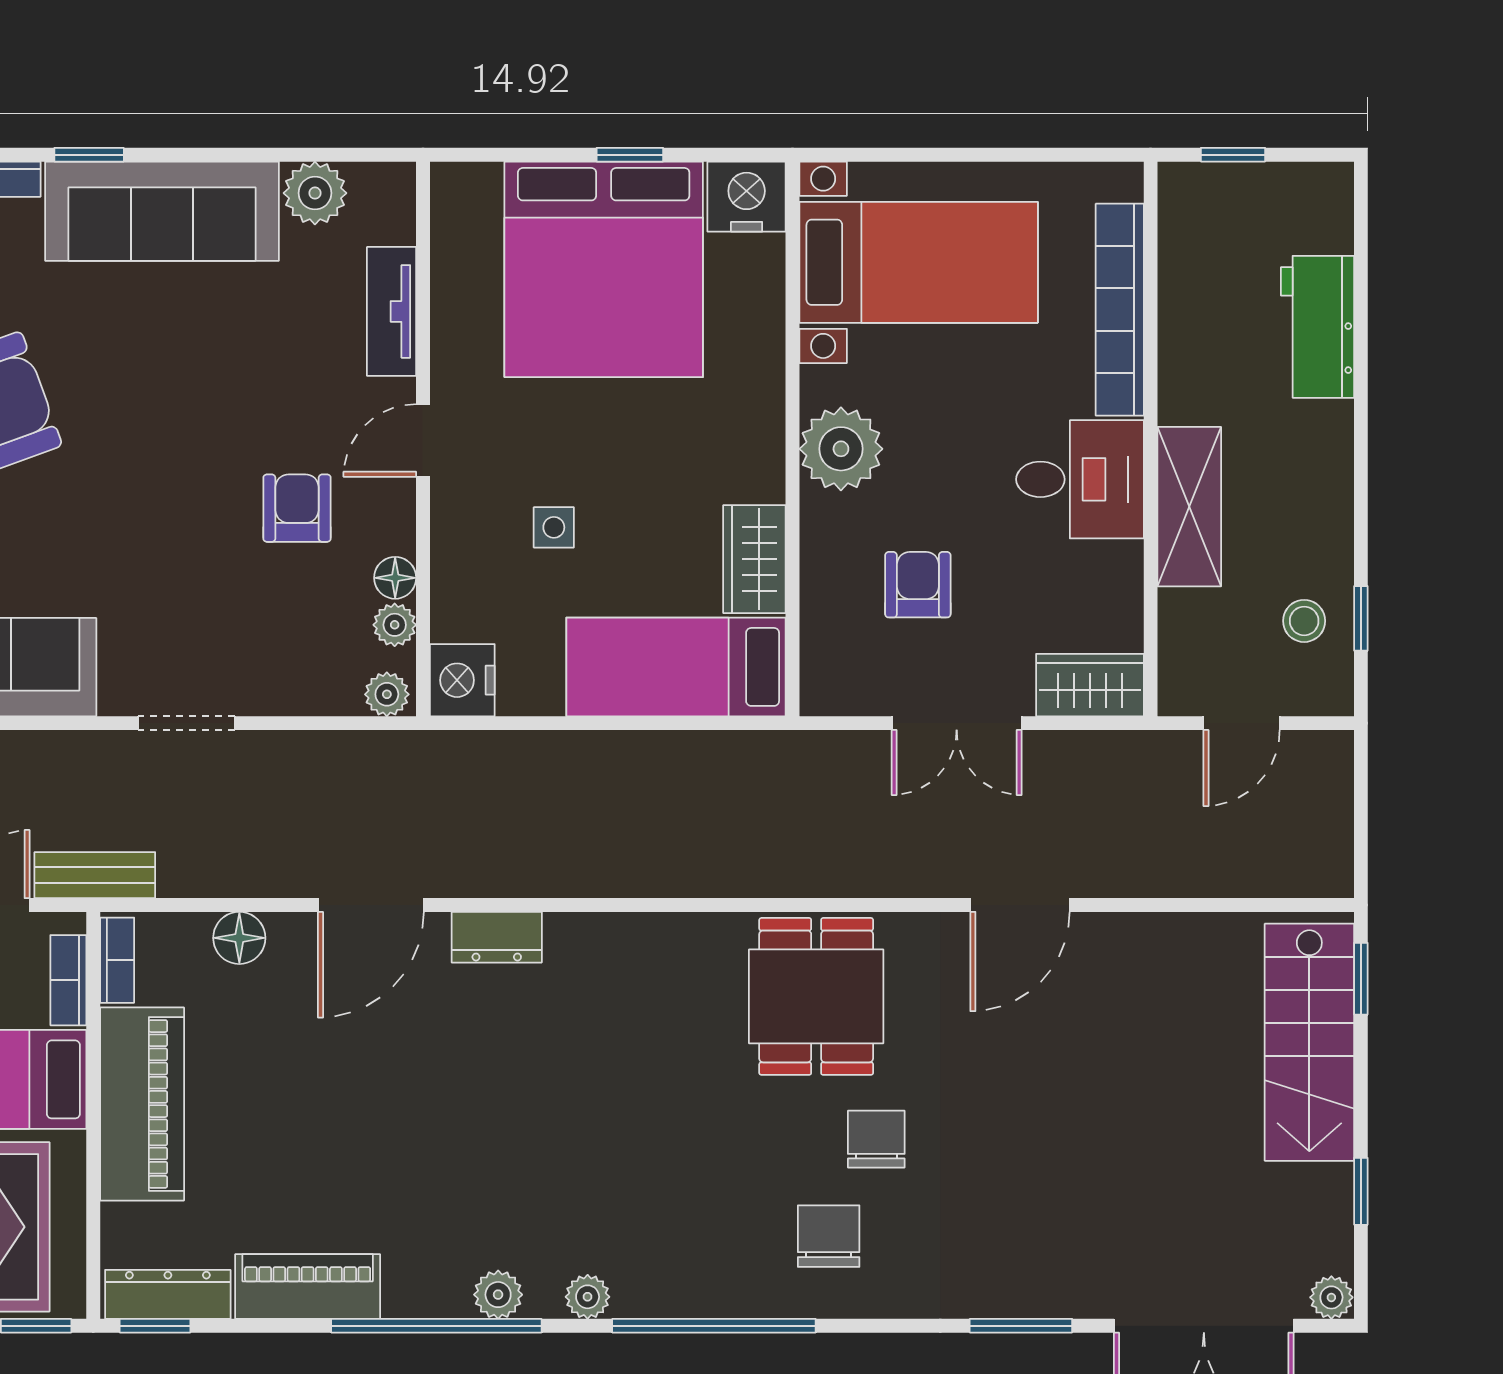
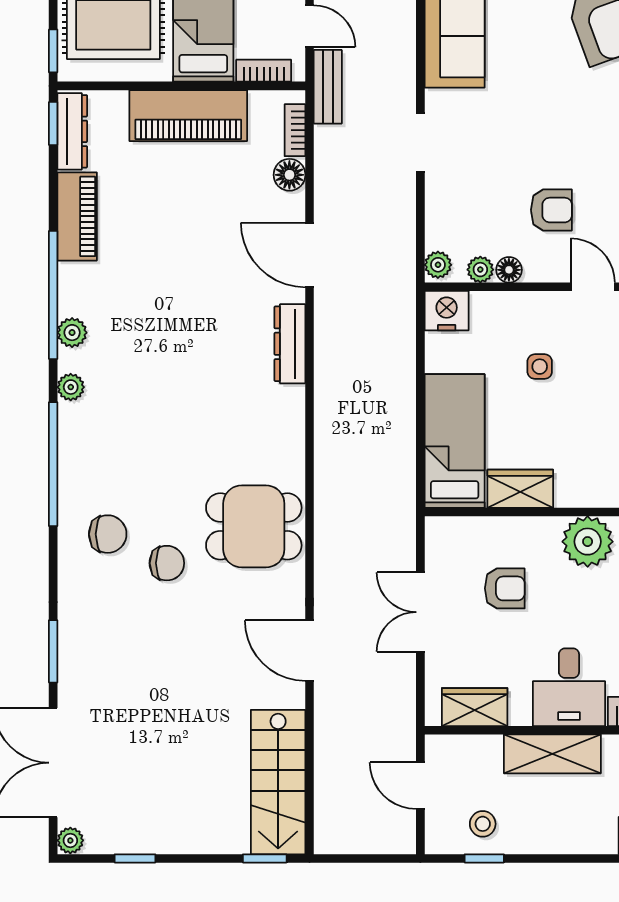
wardrobe: (1090, 685) -> (475, 707), moved, turned -90
dresser: (497, 937) -> (290, 344), width x1.44
bookcase: (117, 960) -> (295, 130), moved, turned 90
stairs: (1309, 1042) -> (278, 782), moved, turned -90

